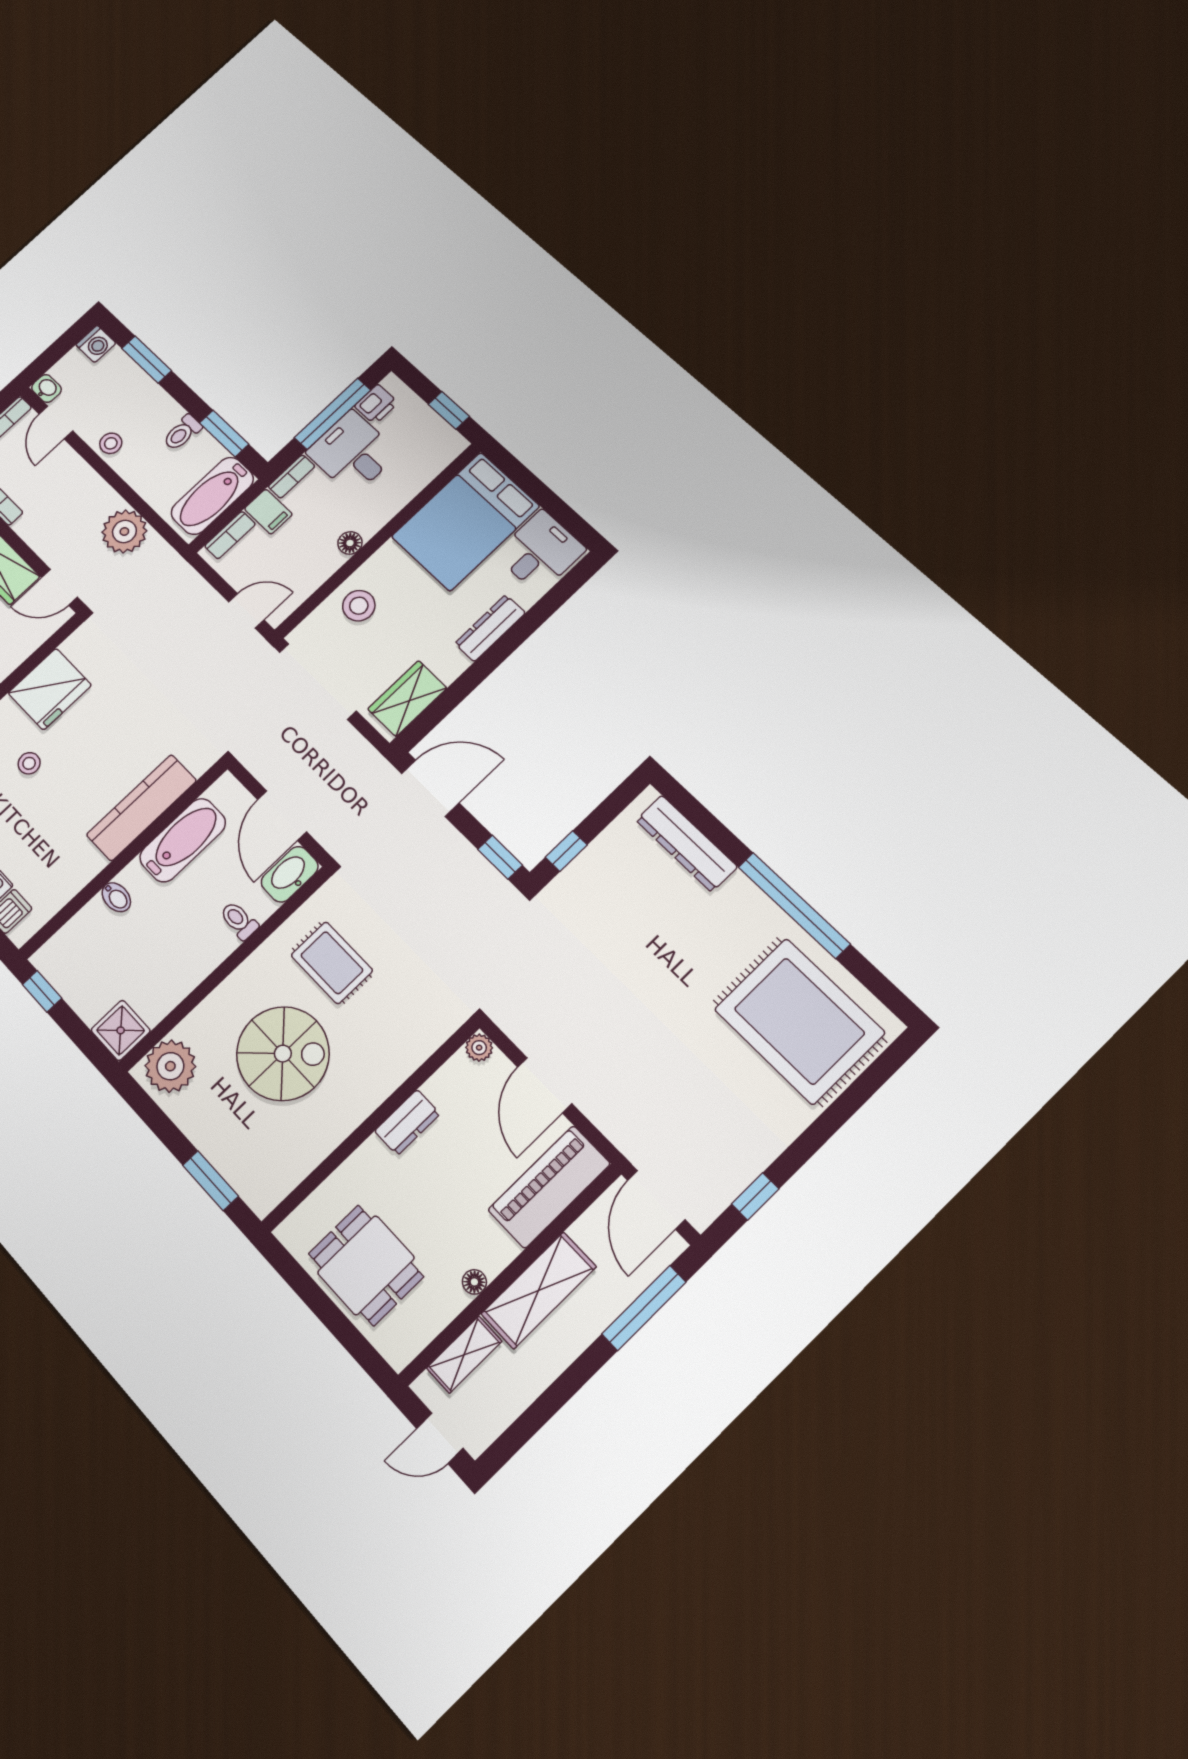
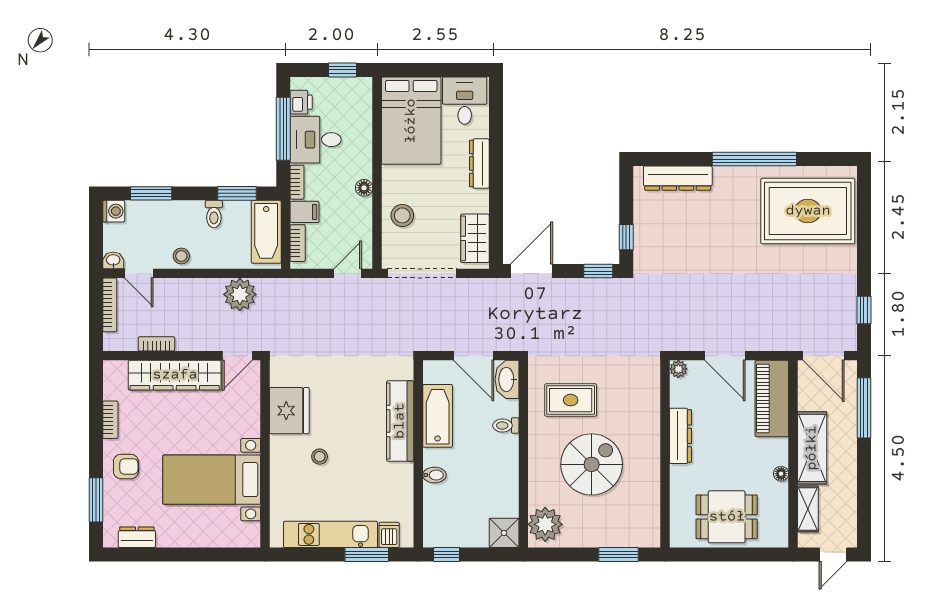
dresser: (407, 1122) -> (681, 436), width x1.44

